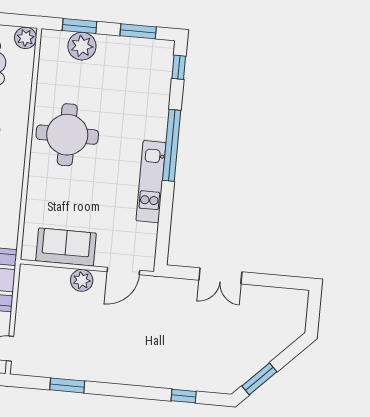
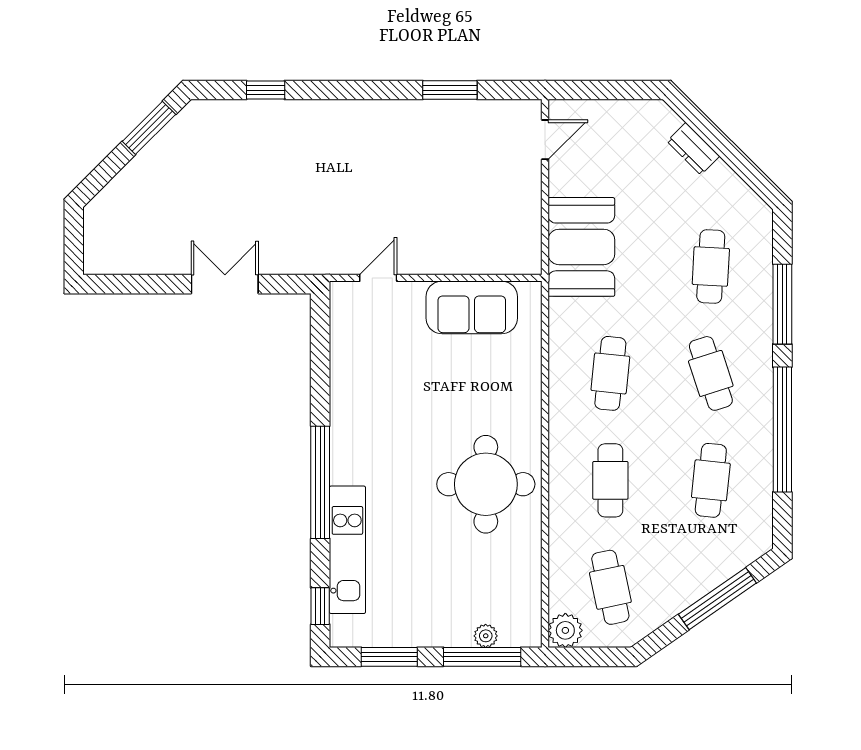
window: (79, 26) -> (482, 657), width x1.44
plant: (82, 46) -> (486, 636), width x0.53, depth x0.53
kitchen unit: (151, 182) -> (347, 550), moved
door: (123, 271) -> (378, 278), width x0.73
plant: (82, 280) -> (442, 257), removed

